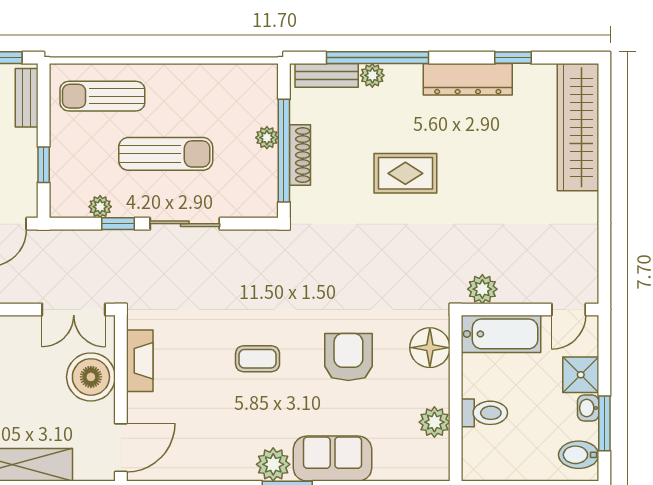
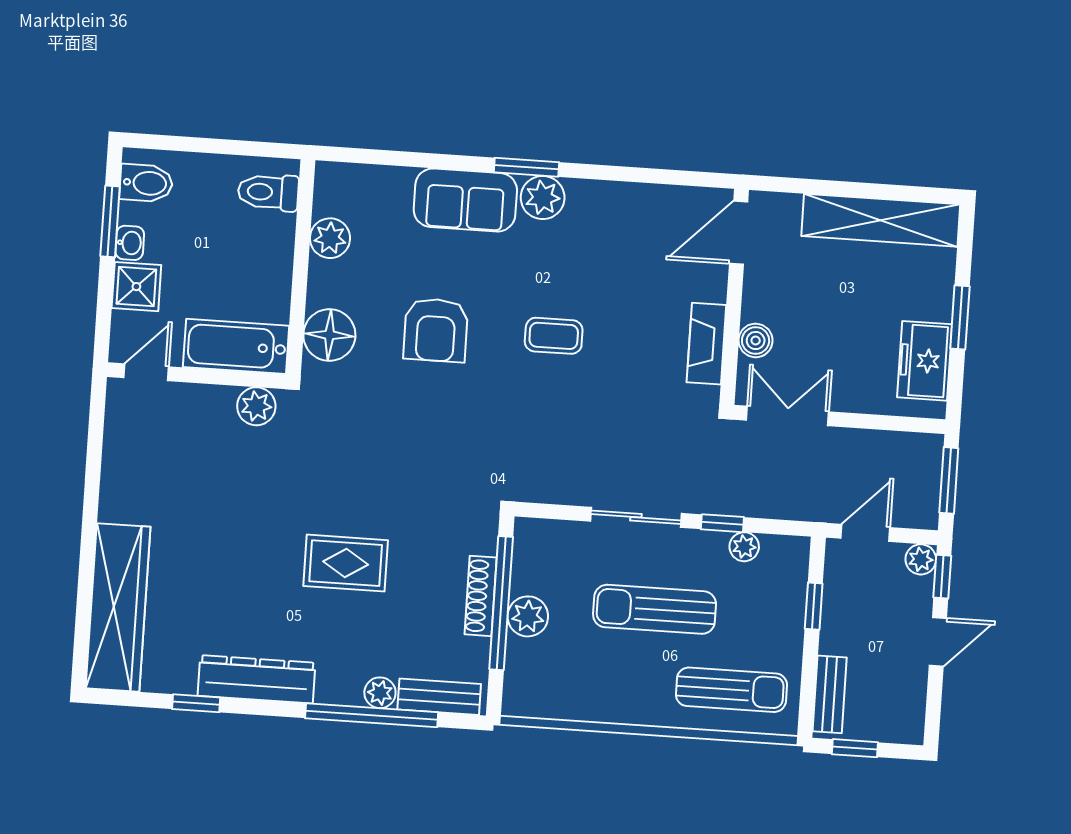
plant: (267, 138) -> (528, 616), width x1.38, depth x1.38
boiler: (91, 377) -> (756, 341), width x0.54, depth x0.54
toilet: (484, 413) -> (268, 192), moved

